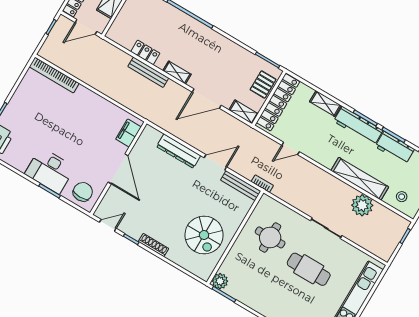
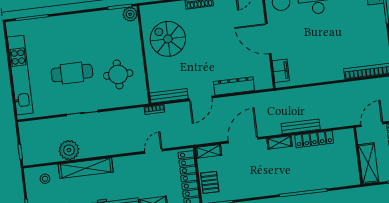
locker: (145, 52) -> (314, 139), width x1.53

